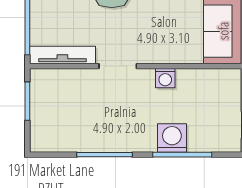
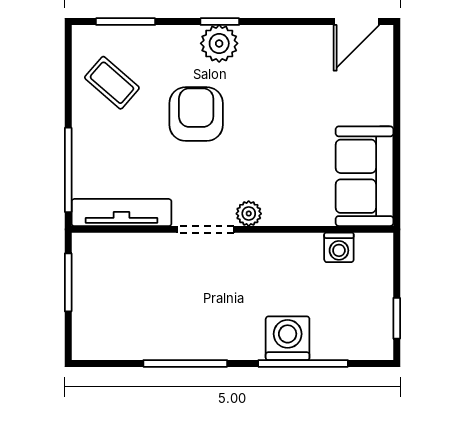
plant: (146, 56) -> (249, 214), added
washing machine: (165, 78) -> (339, 247), moved

